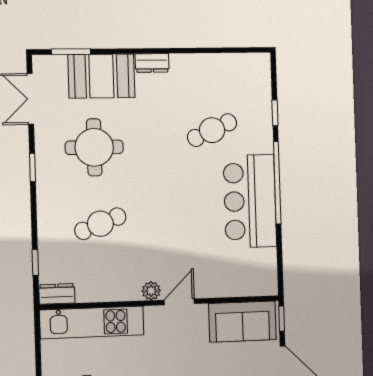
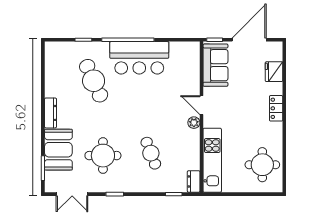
dresser: (152, 63) -> (51, 113), width x1.44
cafe table: (212, 130) -> (94, 81), width x1.37, depth x1.35

